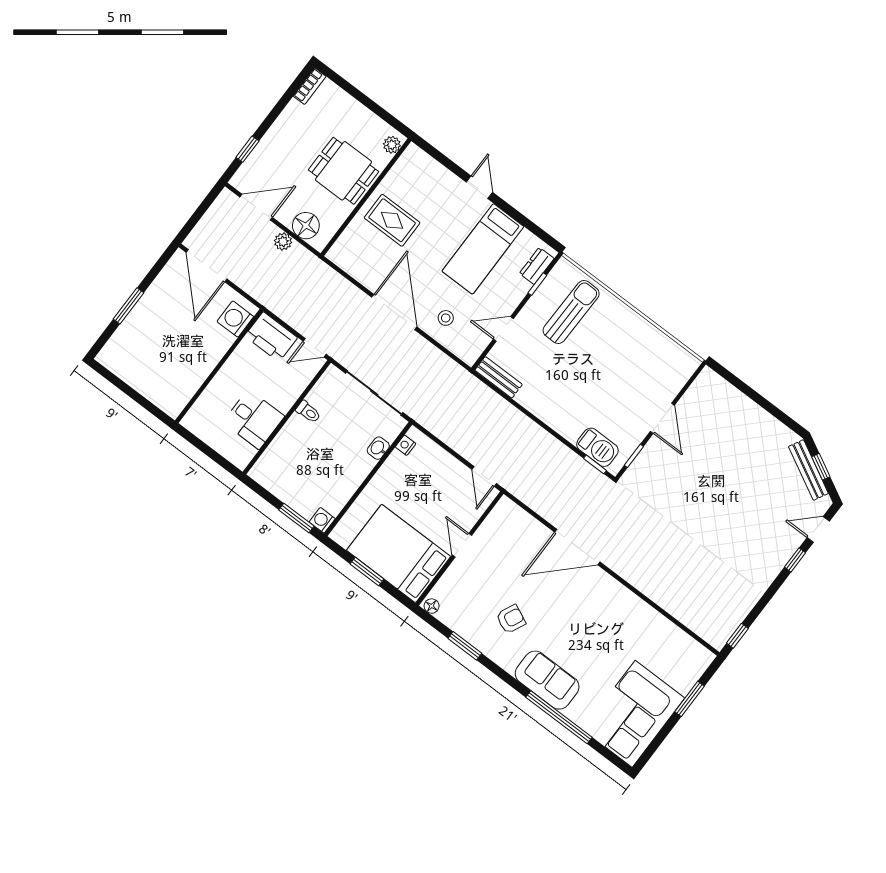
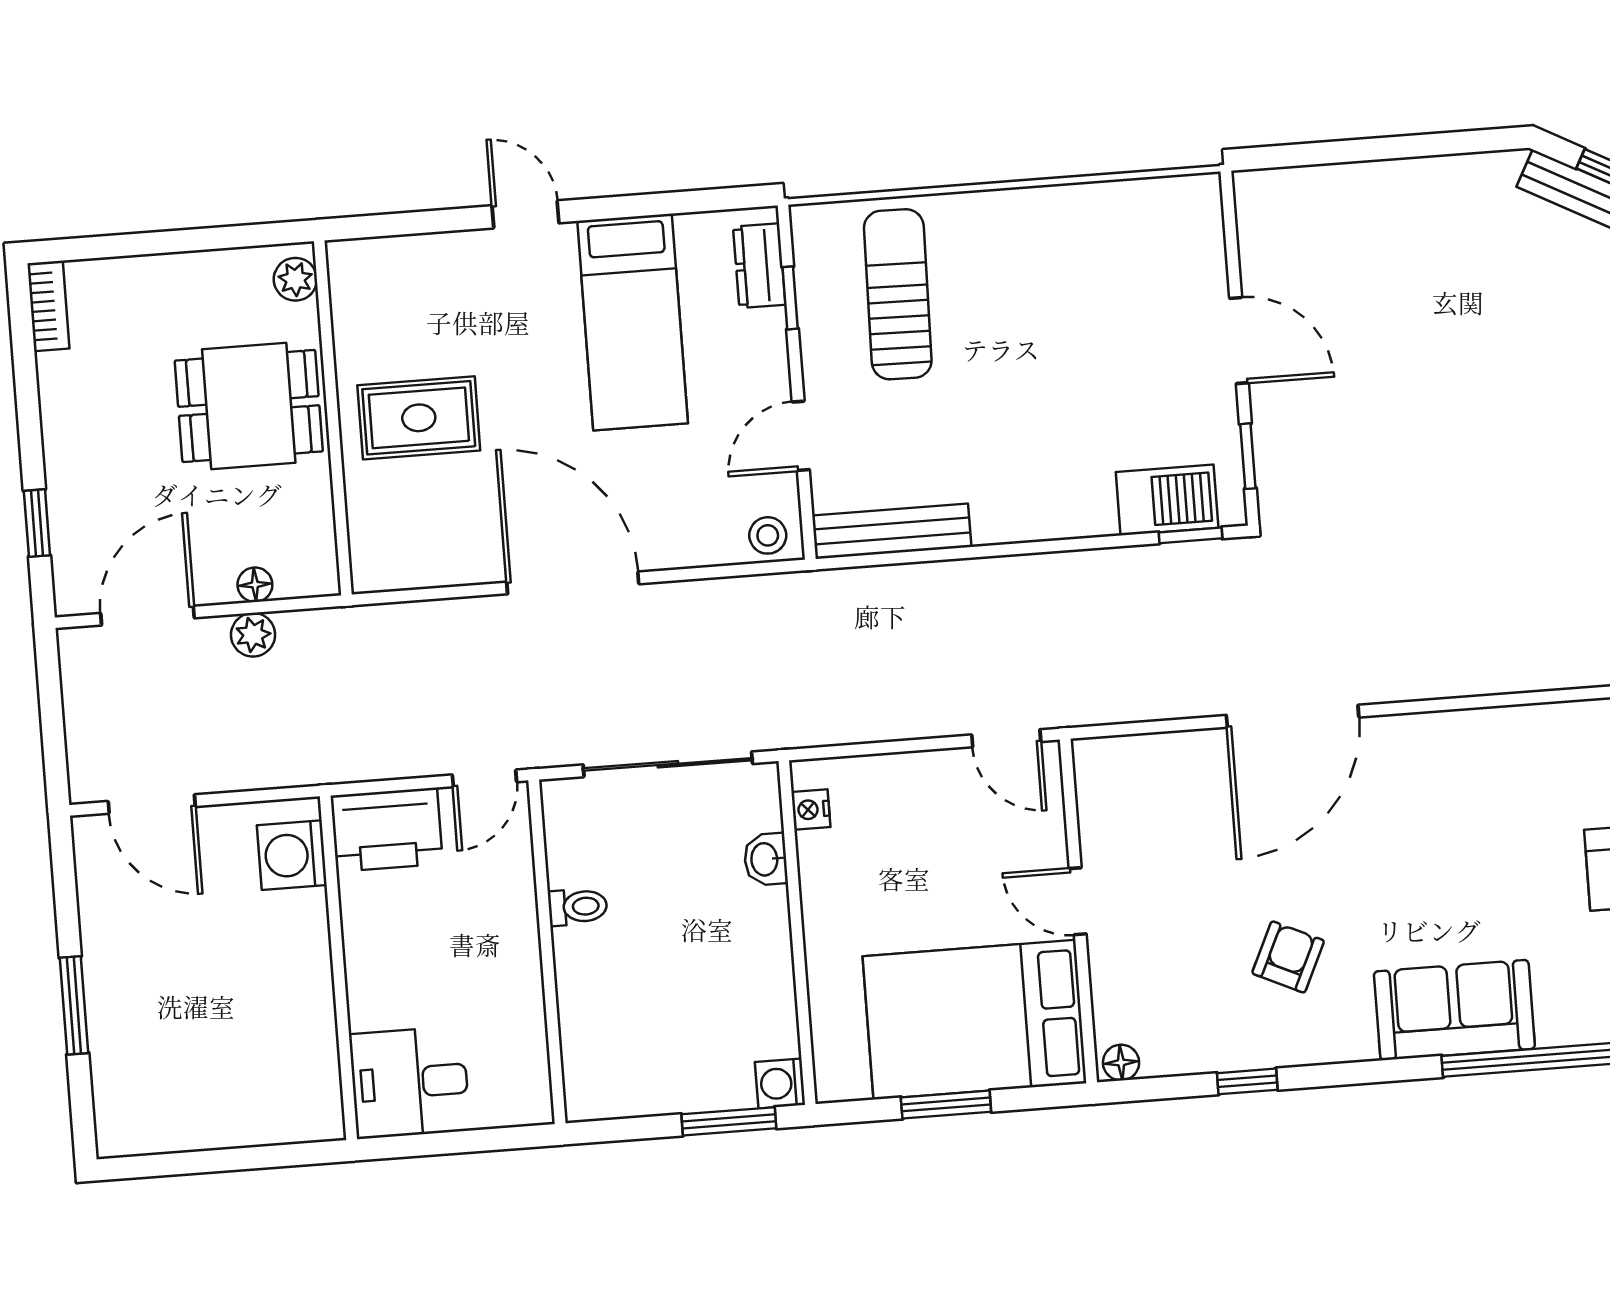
floor lamp: (306, 226) -> (255, 585), width x0.53, depth x0.53
door: (207, 266) -> (152, 804), width x0.73
stool: (446, 318) -> (768, 535), moved
bench: (499, 377) -> (892, 531), width x1.36
desk: (254, 419) -> (410, 1082), moved, turned 180
window: (465, 646) -> (1247, 1081), width x0.67

